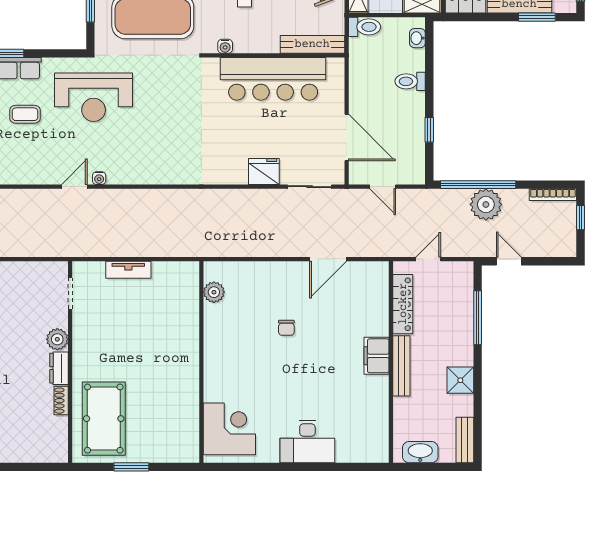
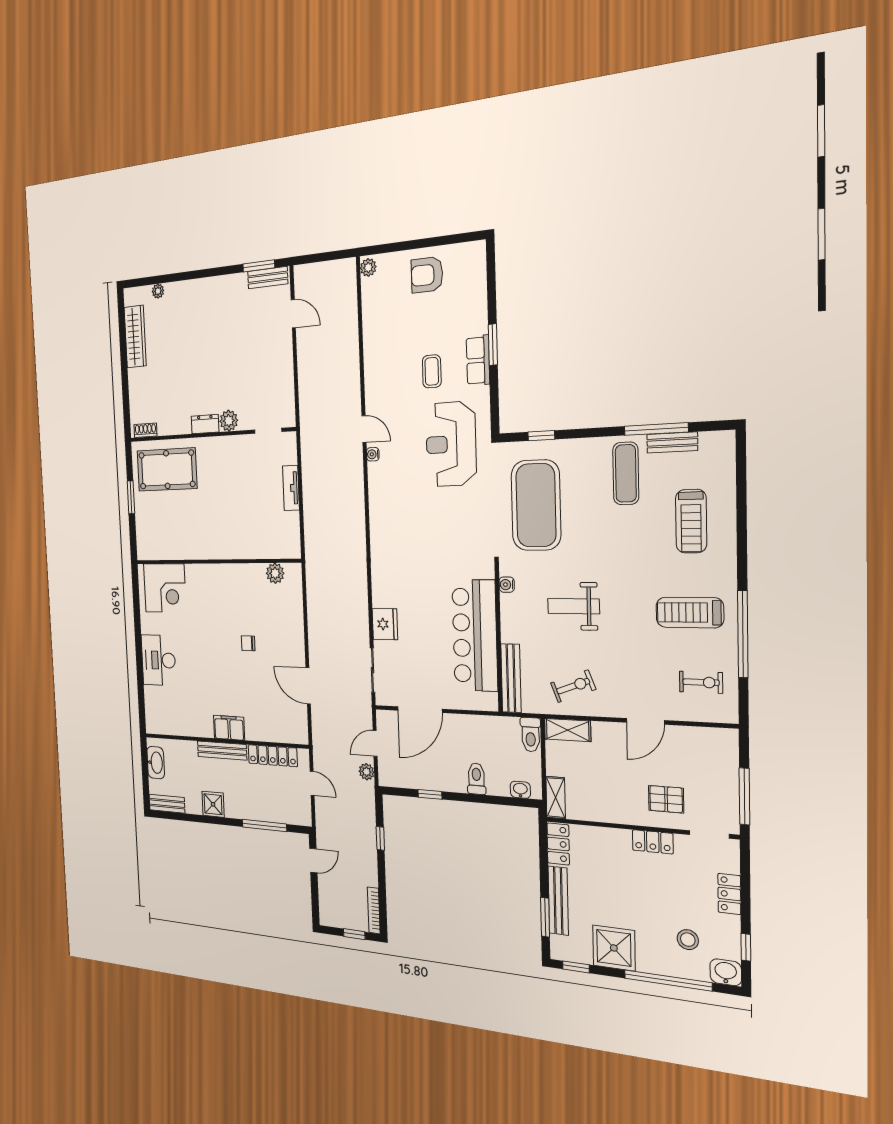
window: (478, 185) -> (380, 838), width x0.32
plant: (486, 204) -> (367, 772), moved, width x0.53, depth x0.53
shoe rack: (61, 401) -> (145, 430), moved

